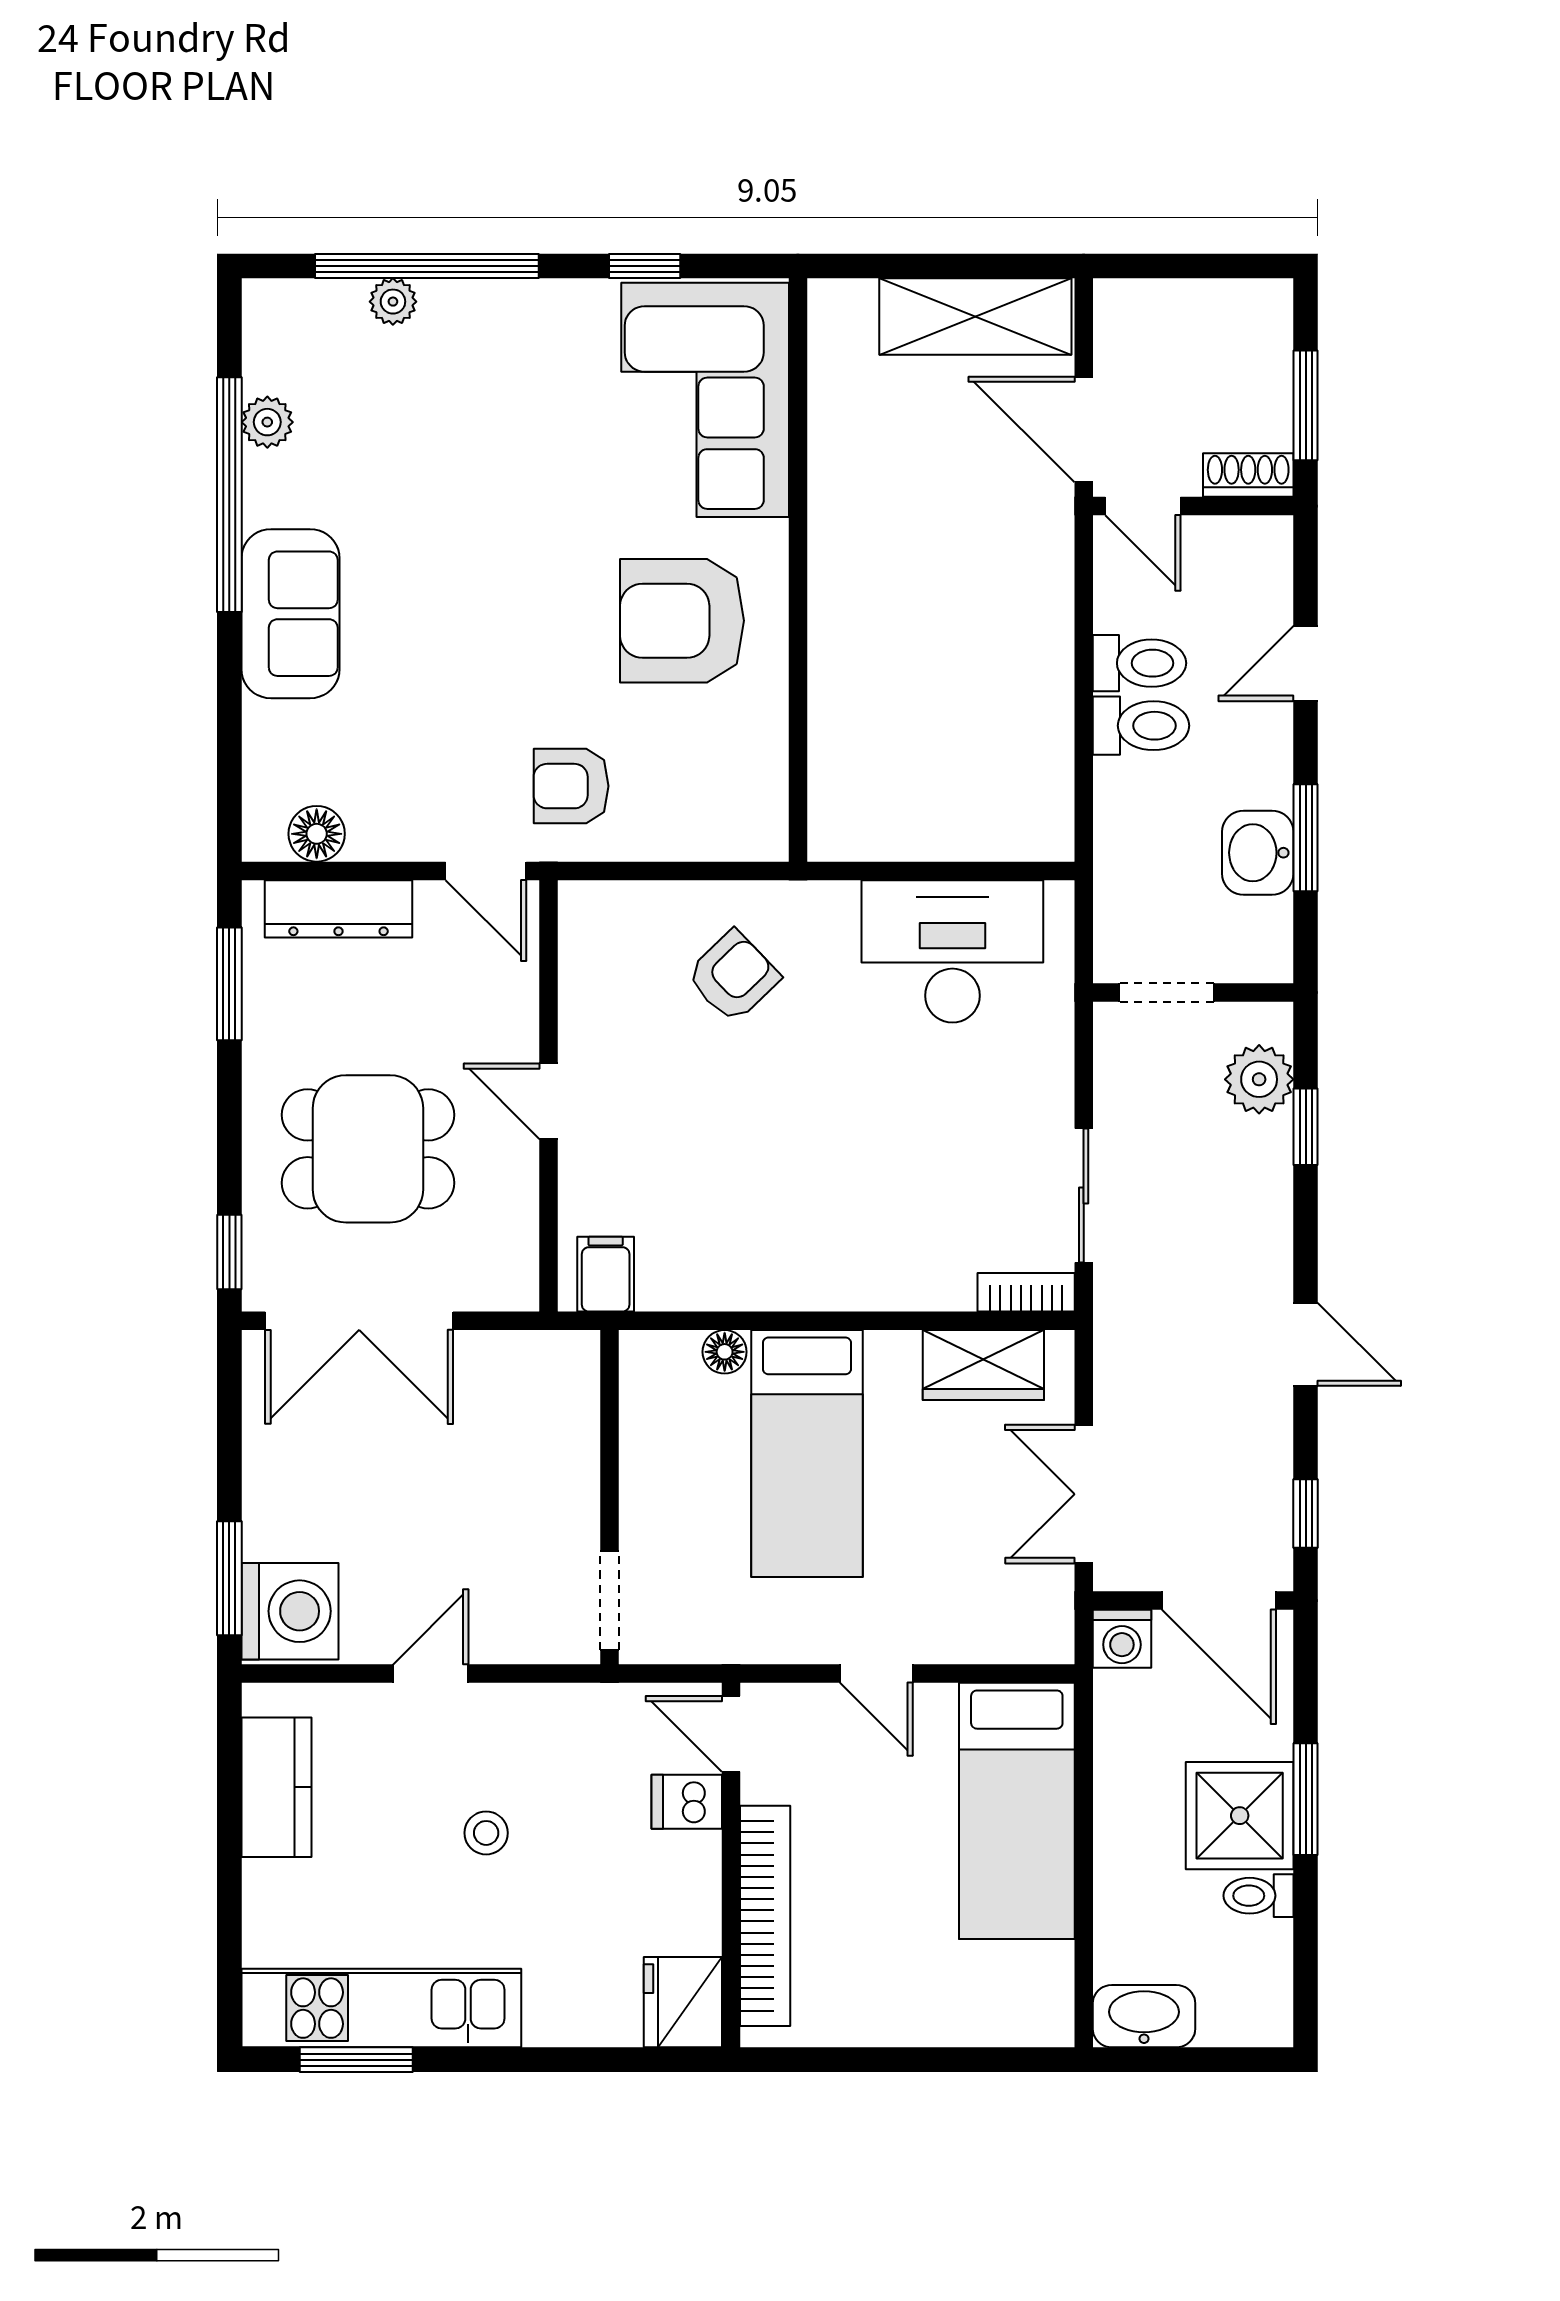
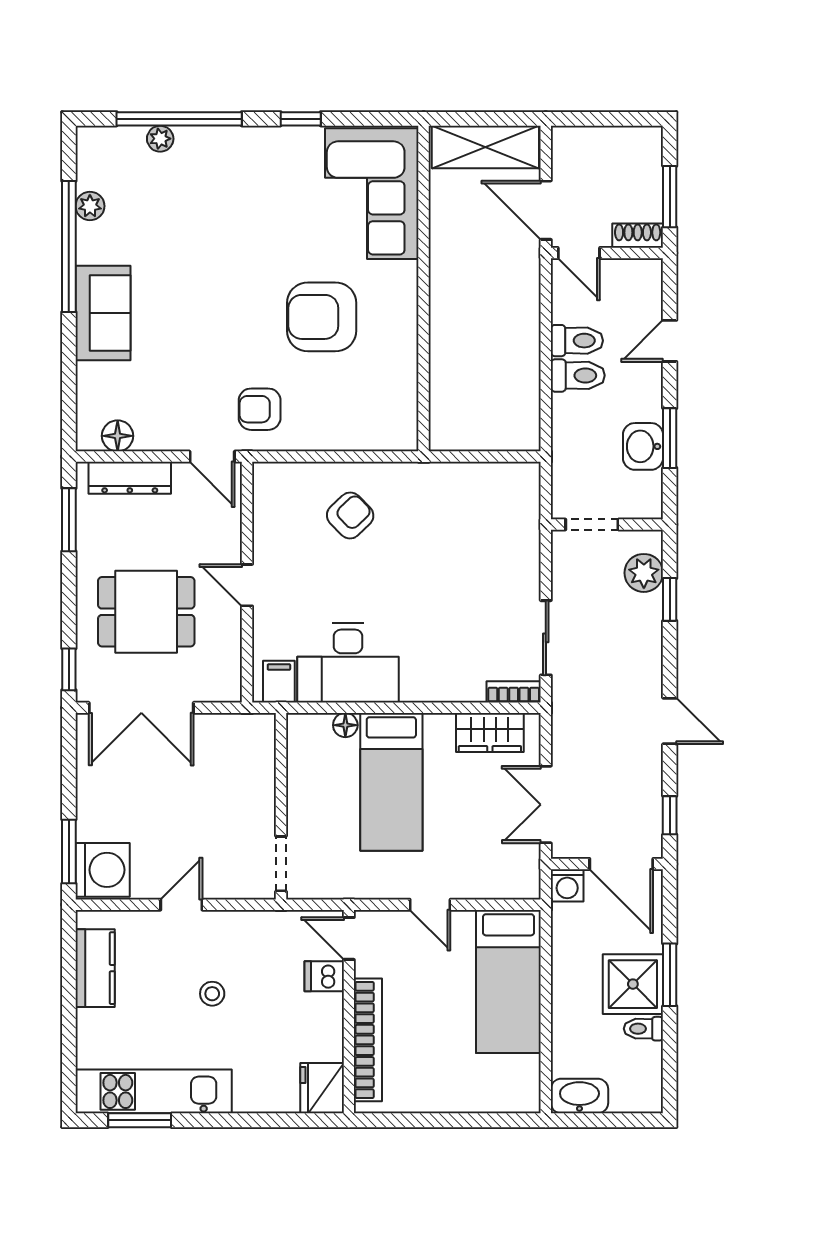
corner sofa: (705, 400) -> (372, 194), moved
wall: (798, 570) -> (424, 289), moved
desk: (952, 951) -> (348, 663), moved, turned 180

